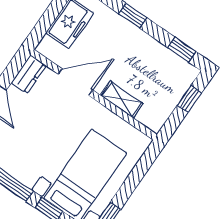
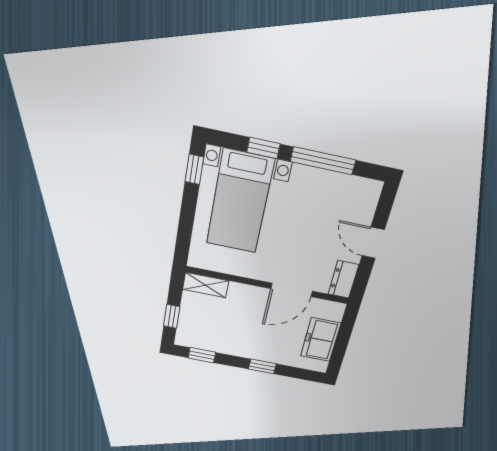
shelving: (122, 99) -> (206, 285), moved

